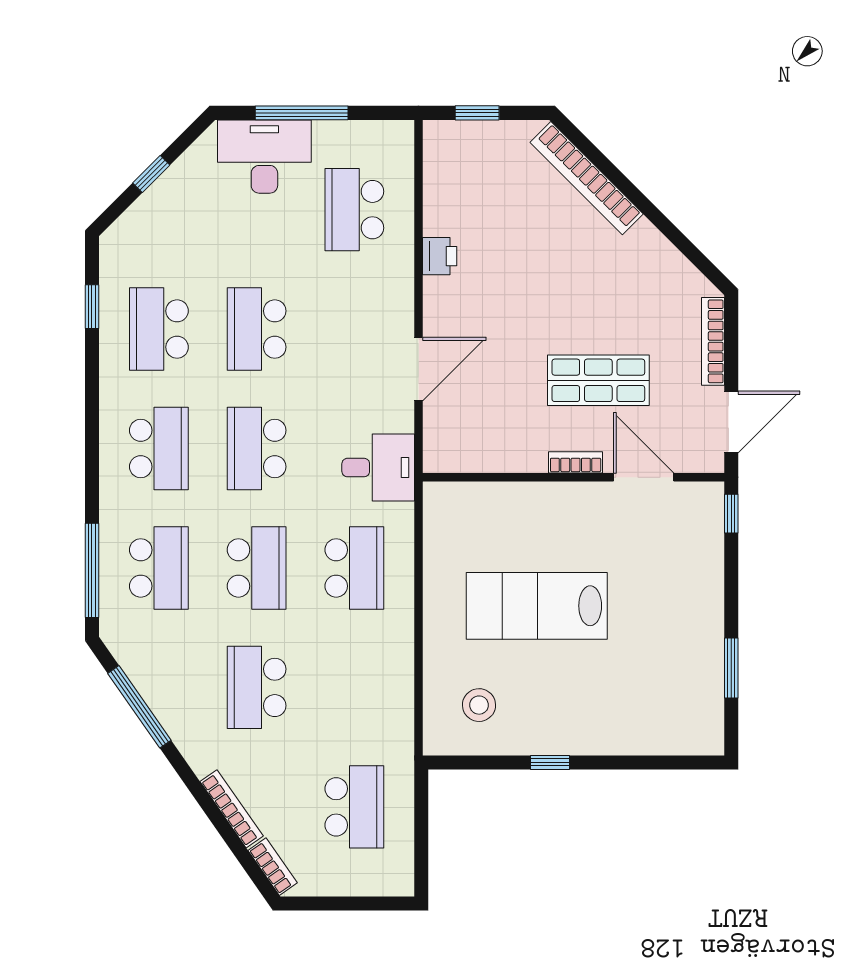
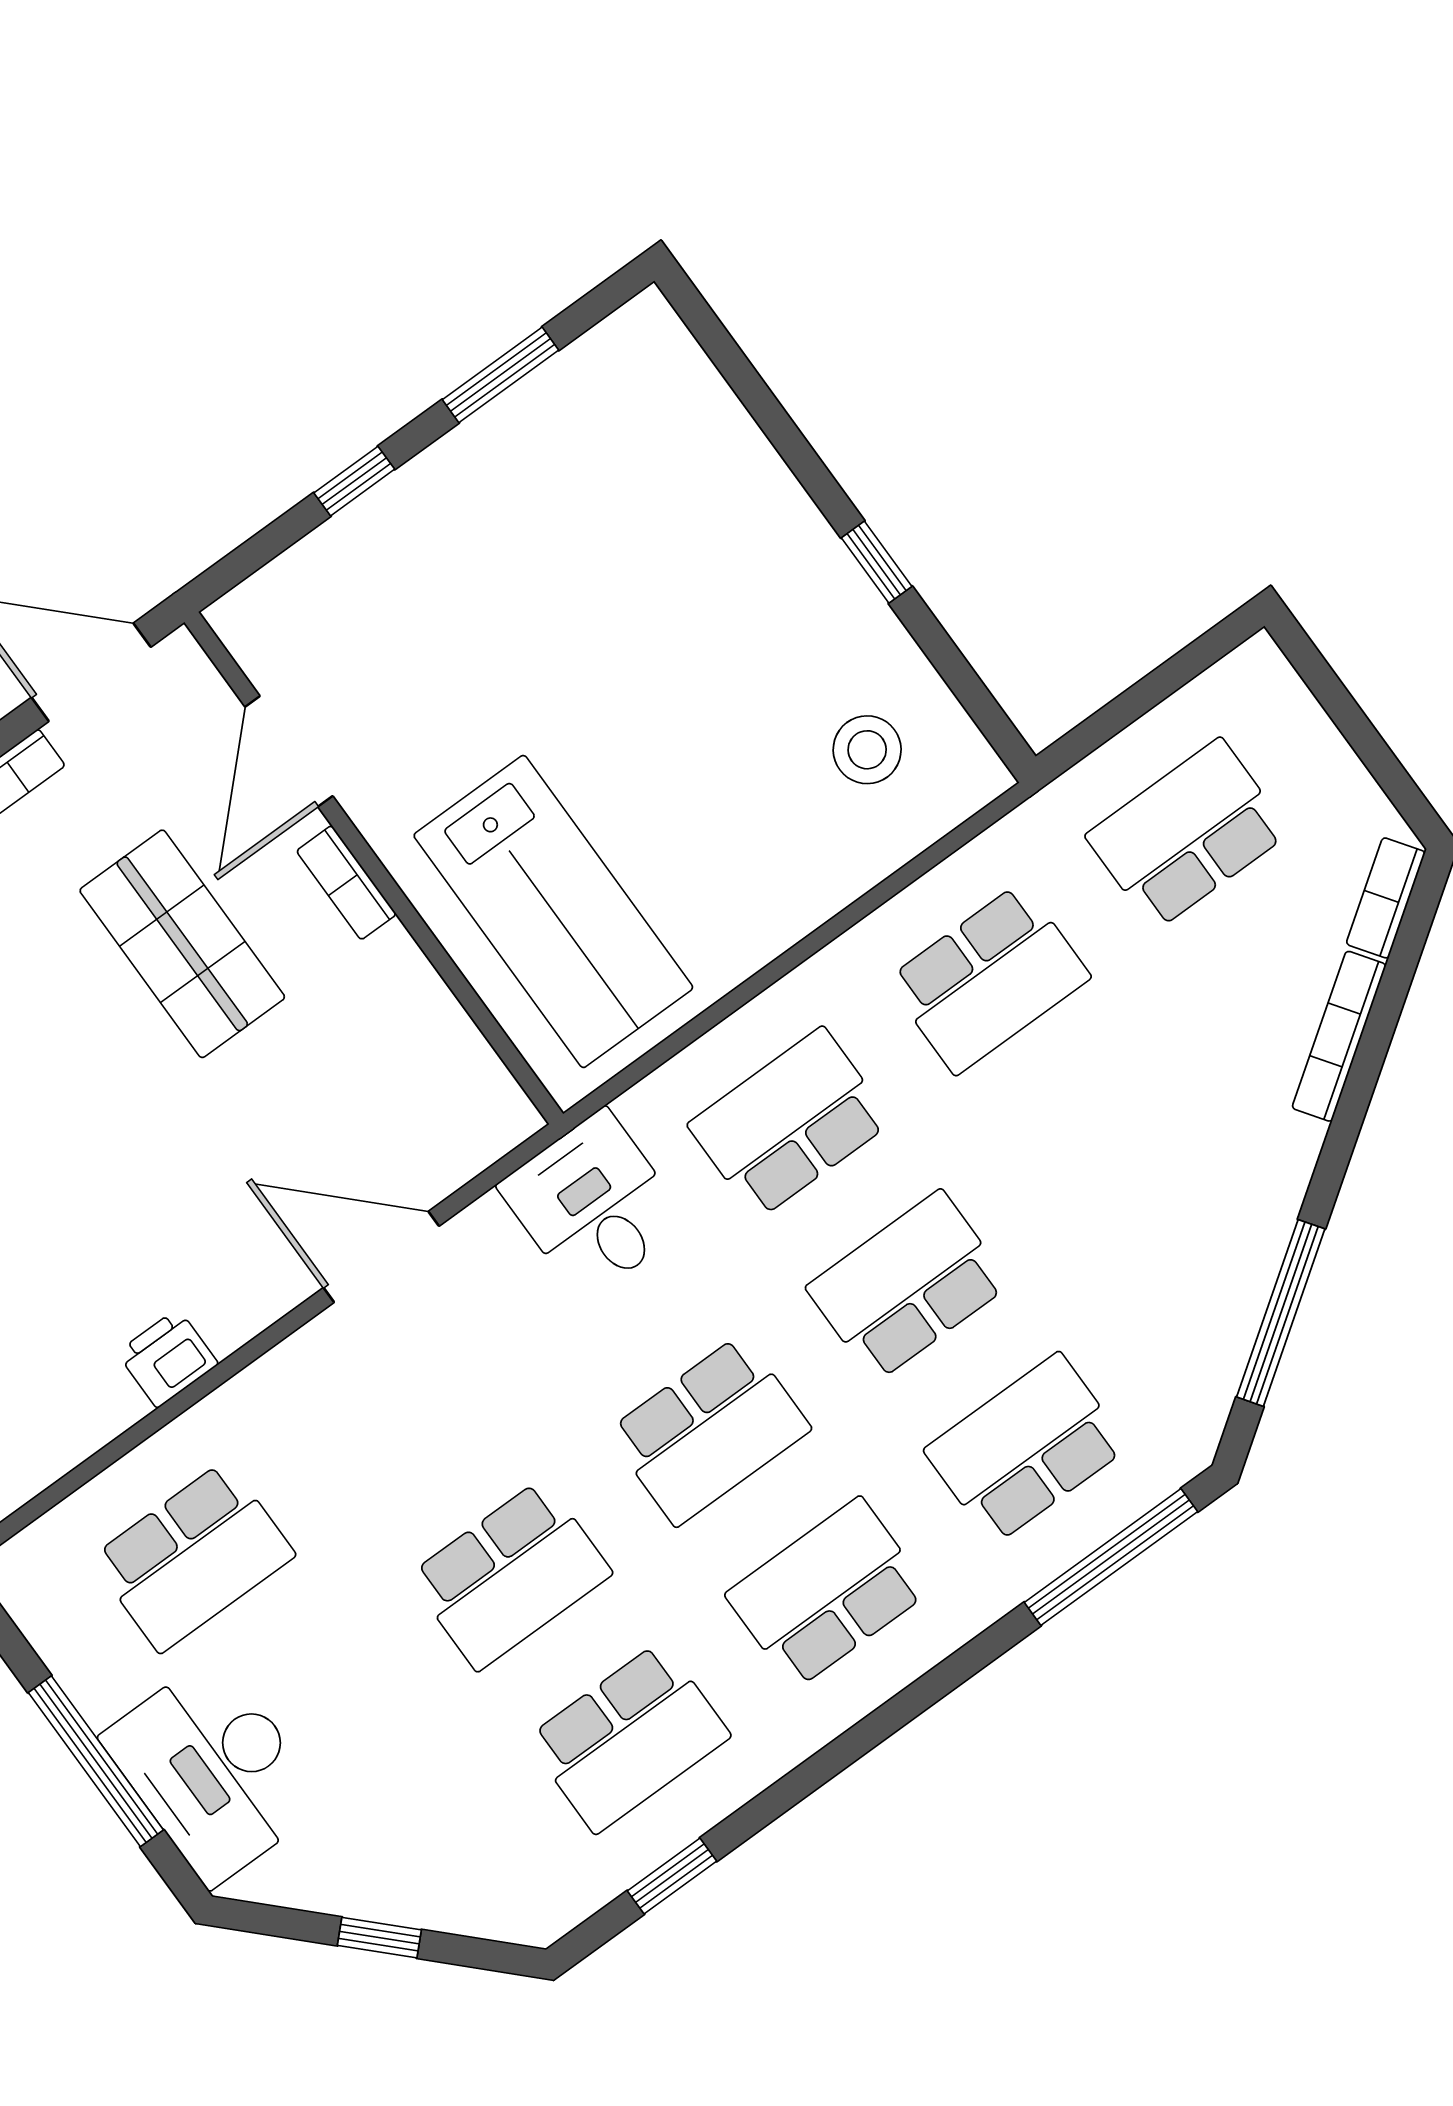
window: (731, 514) -> (354, 481), moved
lab bench: (537, 606) -> (553, 911), moved
school desk: (257, 687) -> (989, 979), moved

